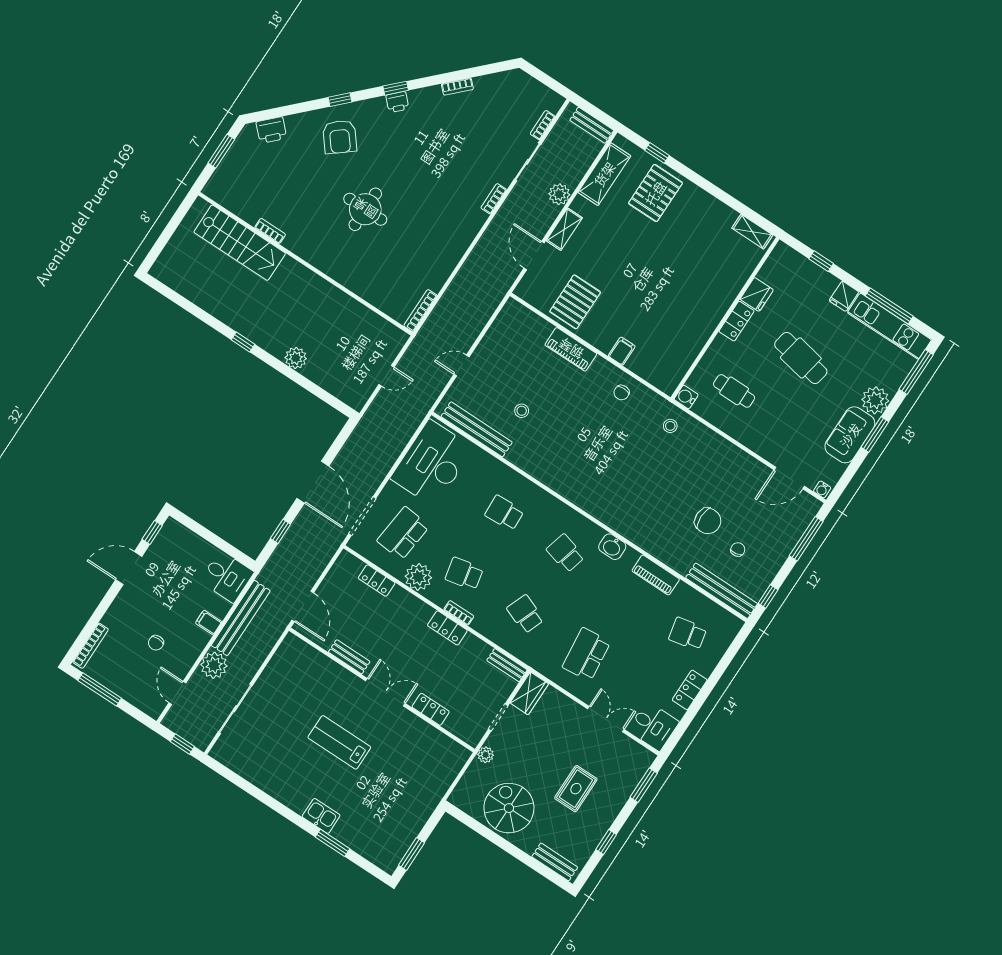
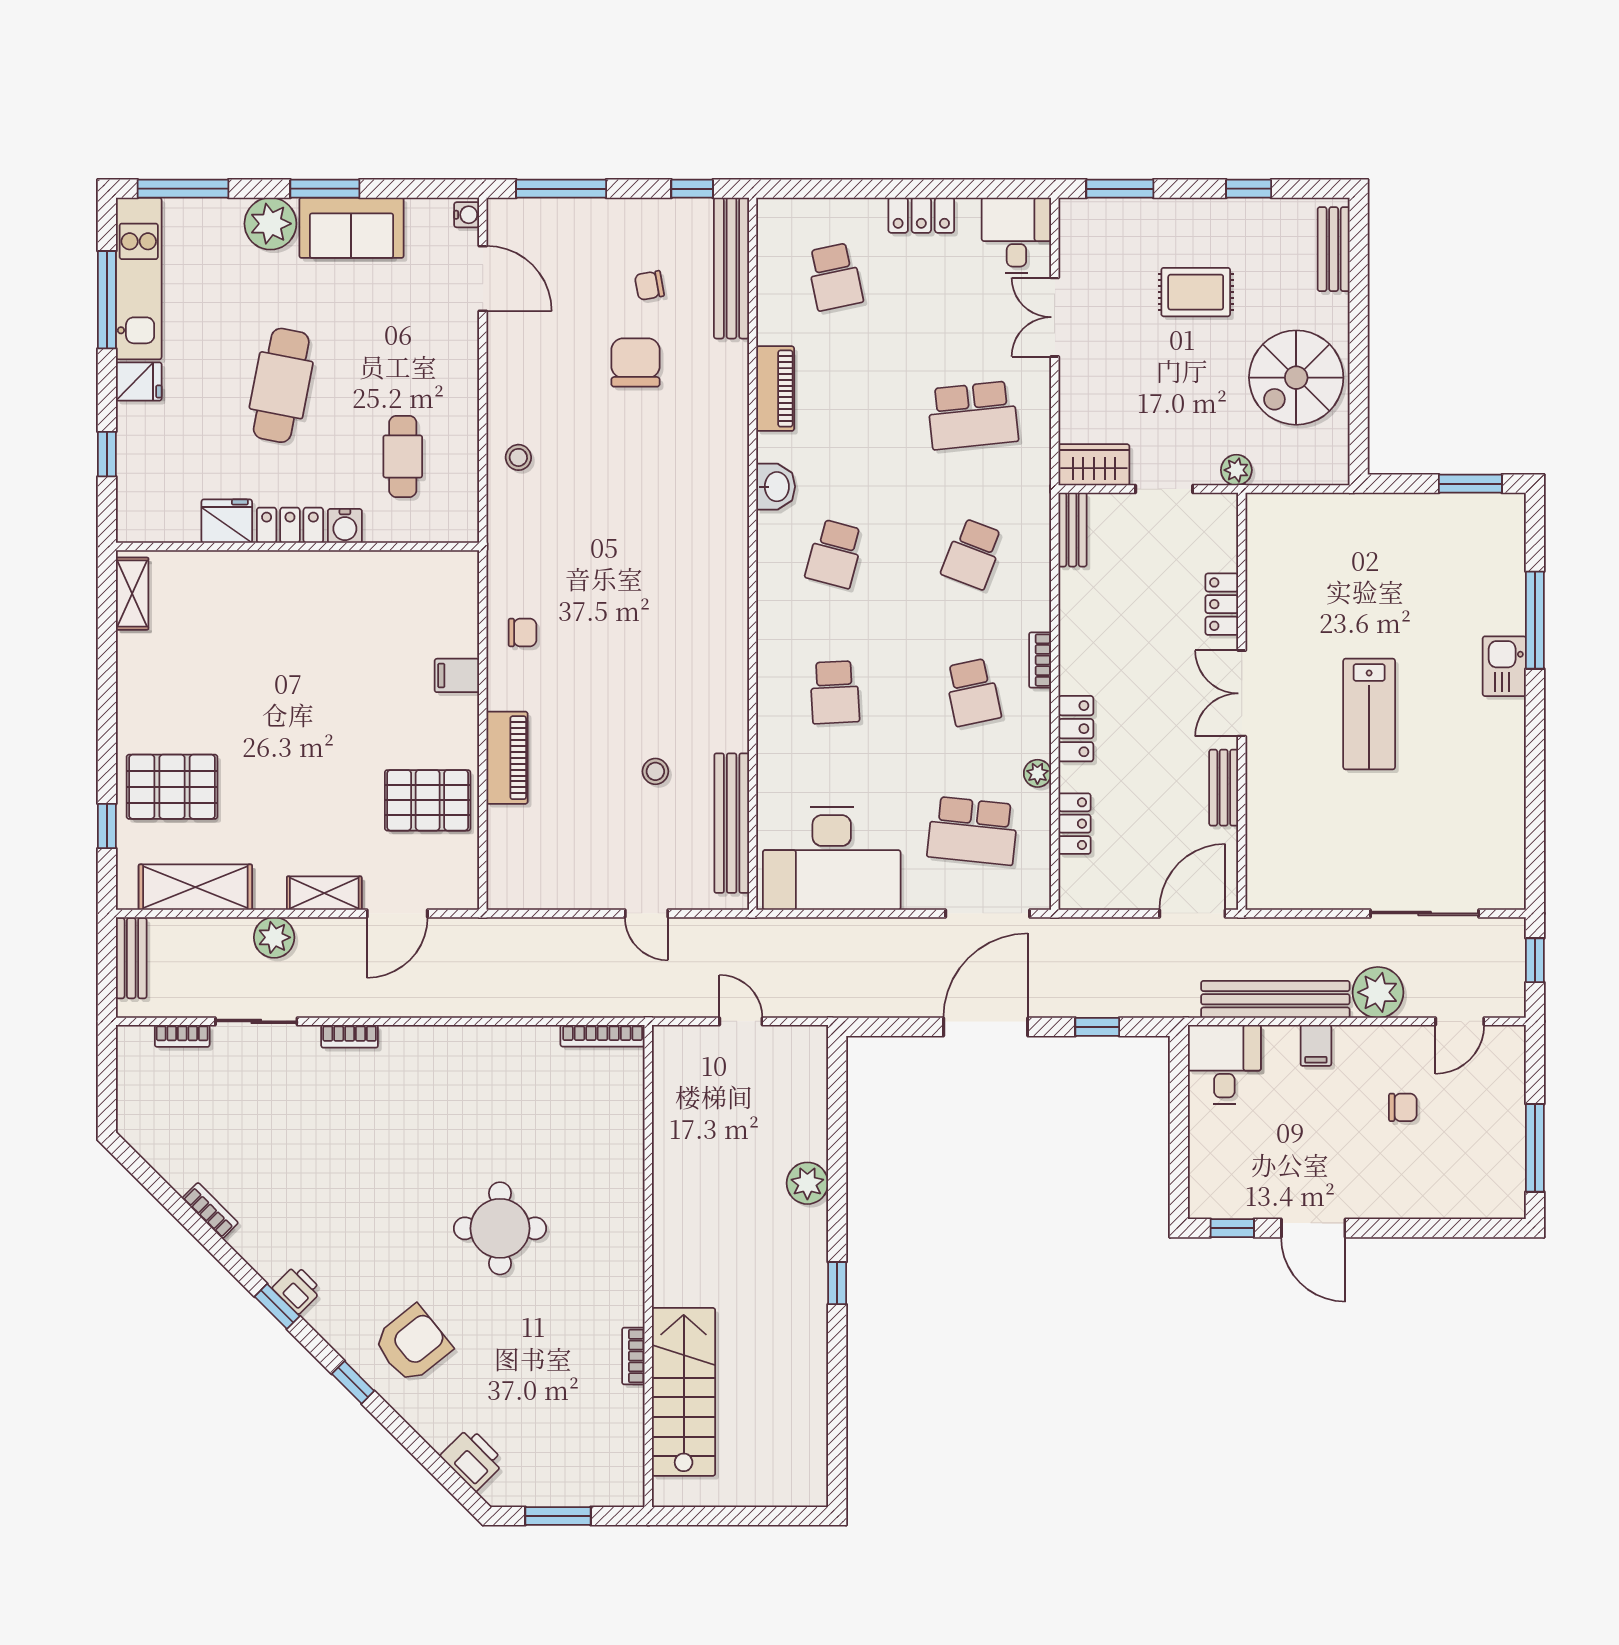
water cooler: (686, 397) -> (345, 526), moved
stool: (670, 426) -> (518, 457), moved
plant: (418, 577) -> (1037, 773), width x0.53, depth x0.53
locker: (447, 628) -> (1076, 729), moved
bookcase: (91, 646) -> (1475, 1208), removed
window: (332, 843) -> (1535, 620), width x1.44

